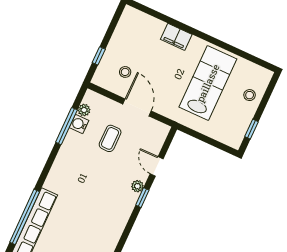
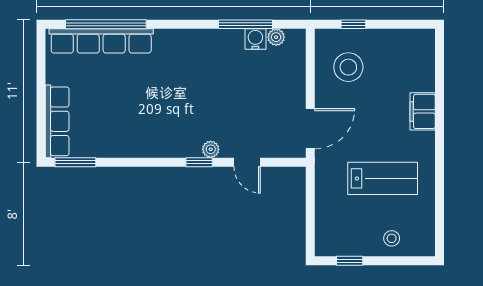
stool: (125, 72) -> (348, 67), width x1.89, depth x1.89
lab bench: (208, 83) -> (383, 178), width x0.73, depth x0.72
door: (137, 107) -> (310, 129), moved
coffee table: (110, 138) -> (255, 87), removed
door: (157, 166) -> (247, 162), swing flipped

